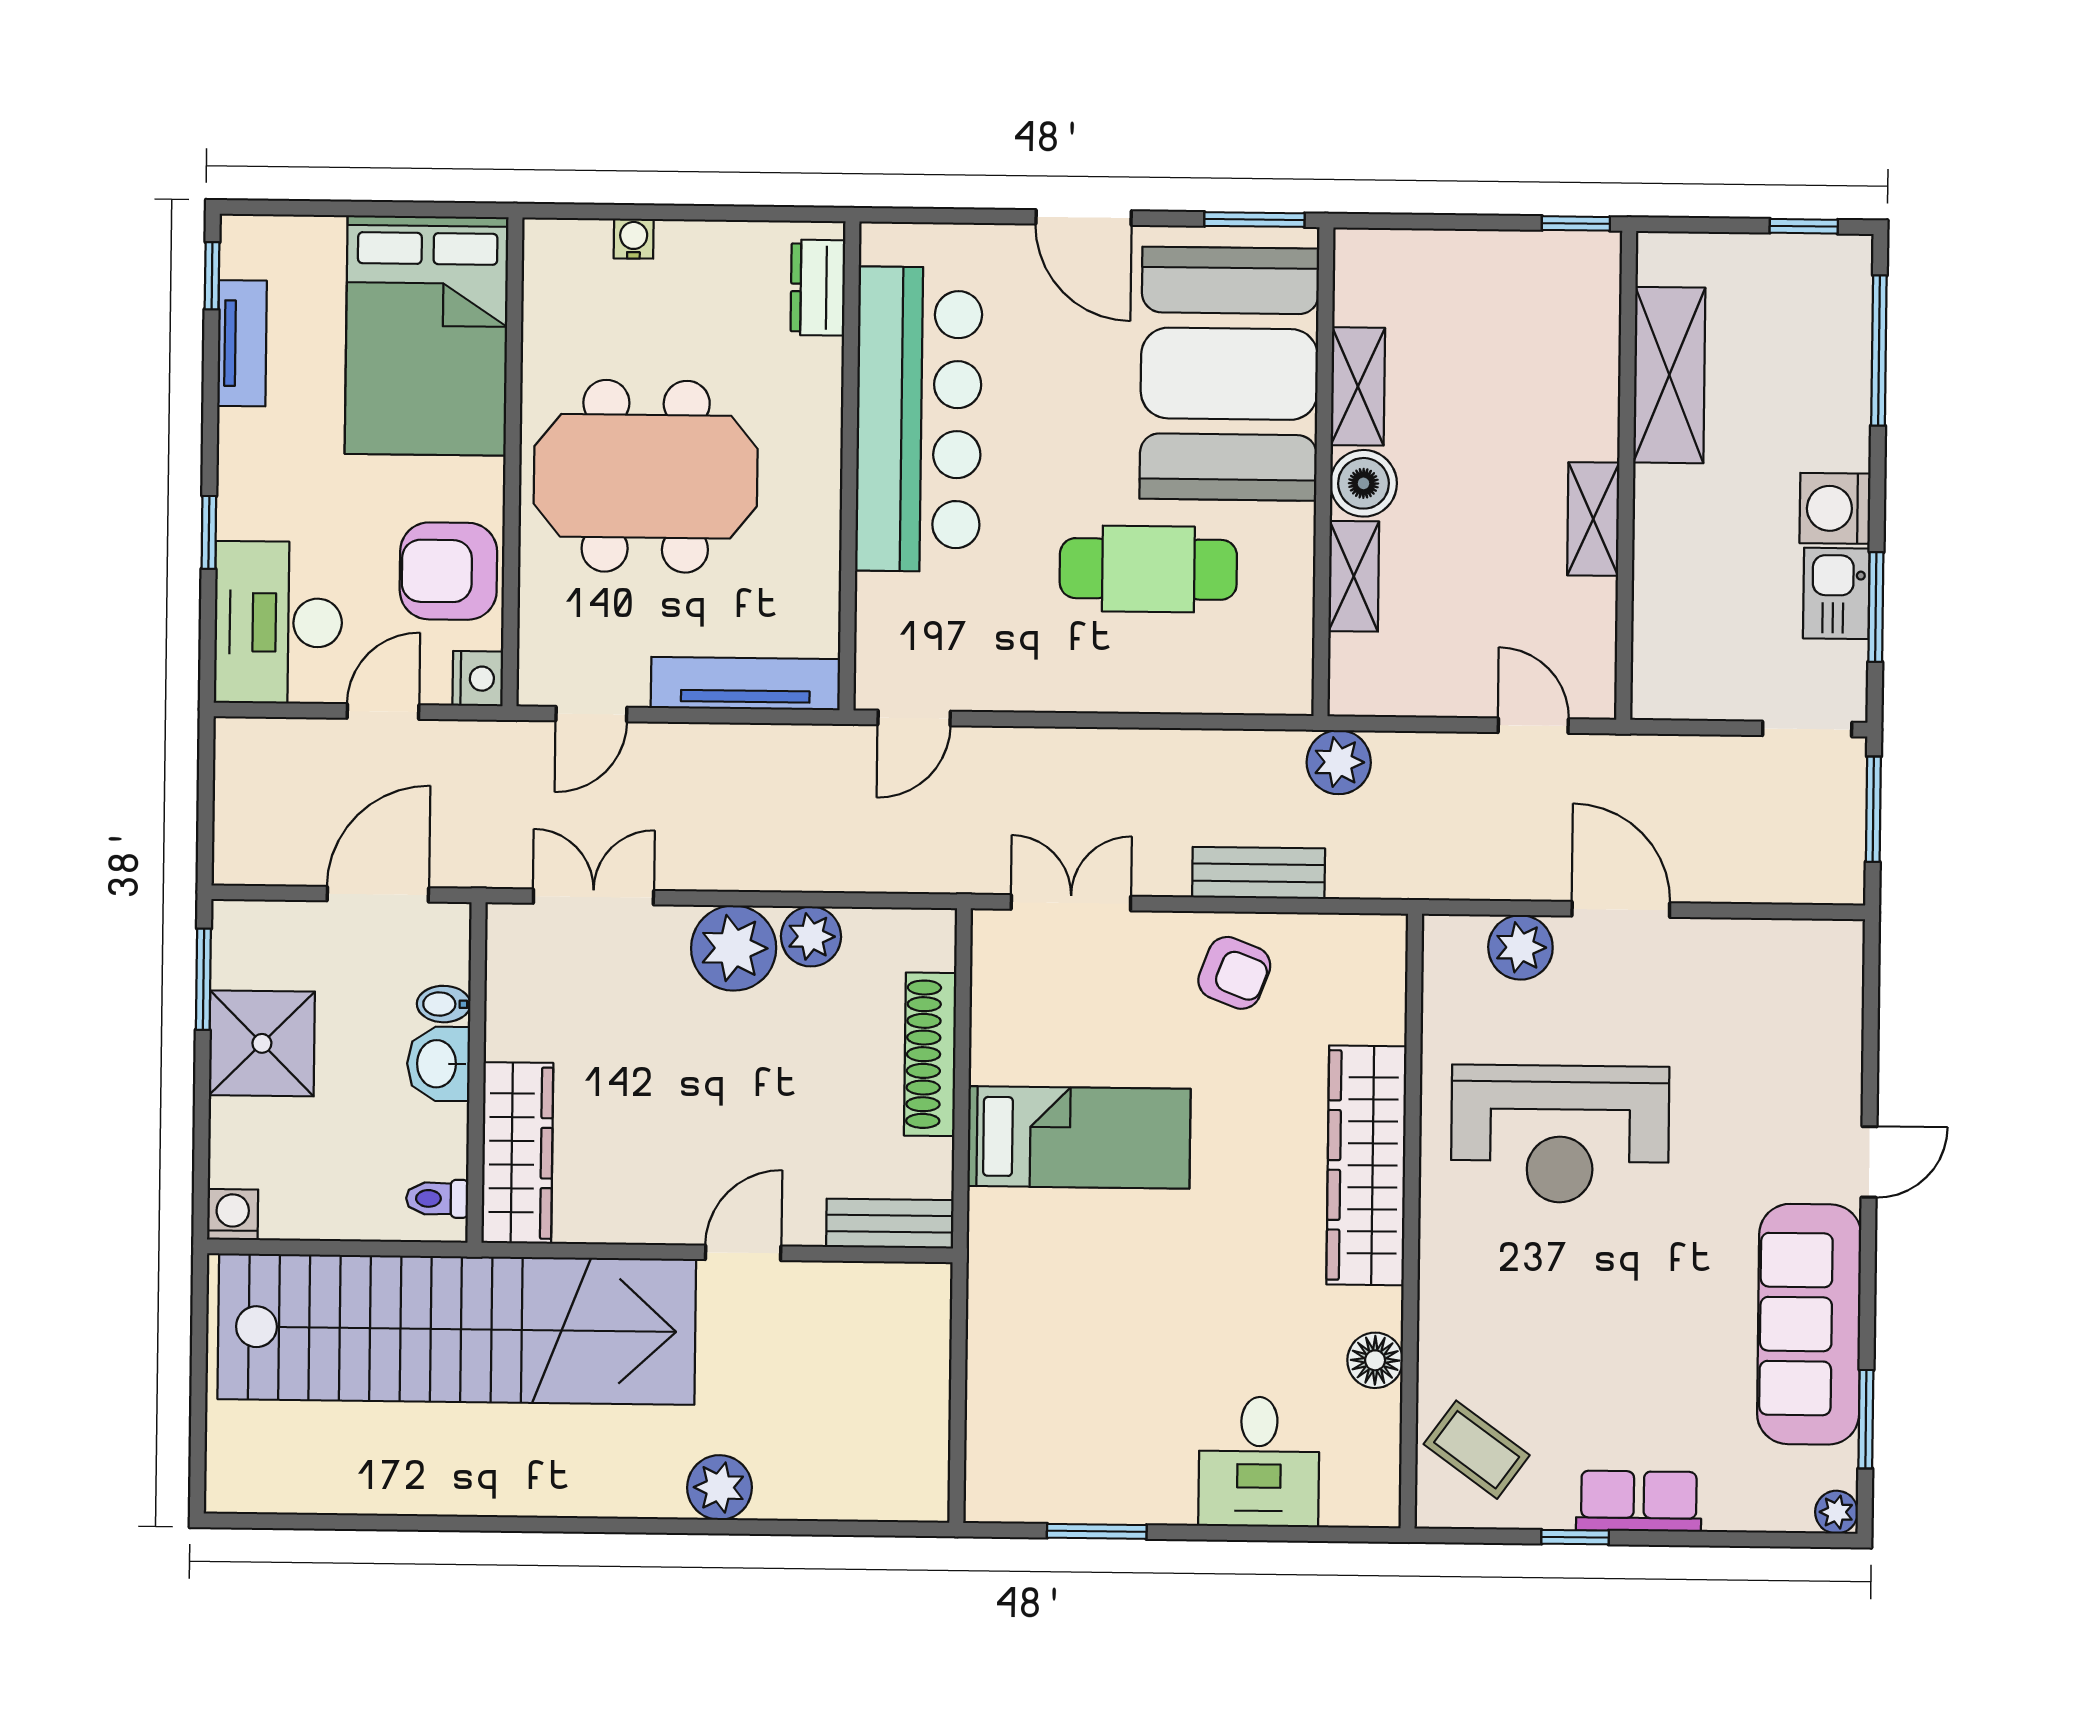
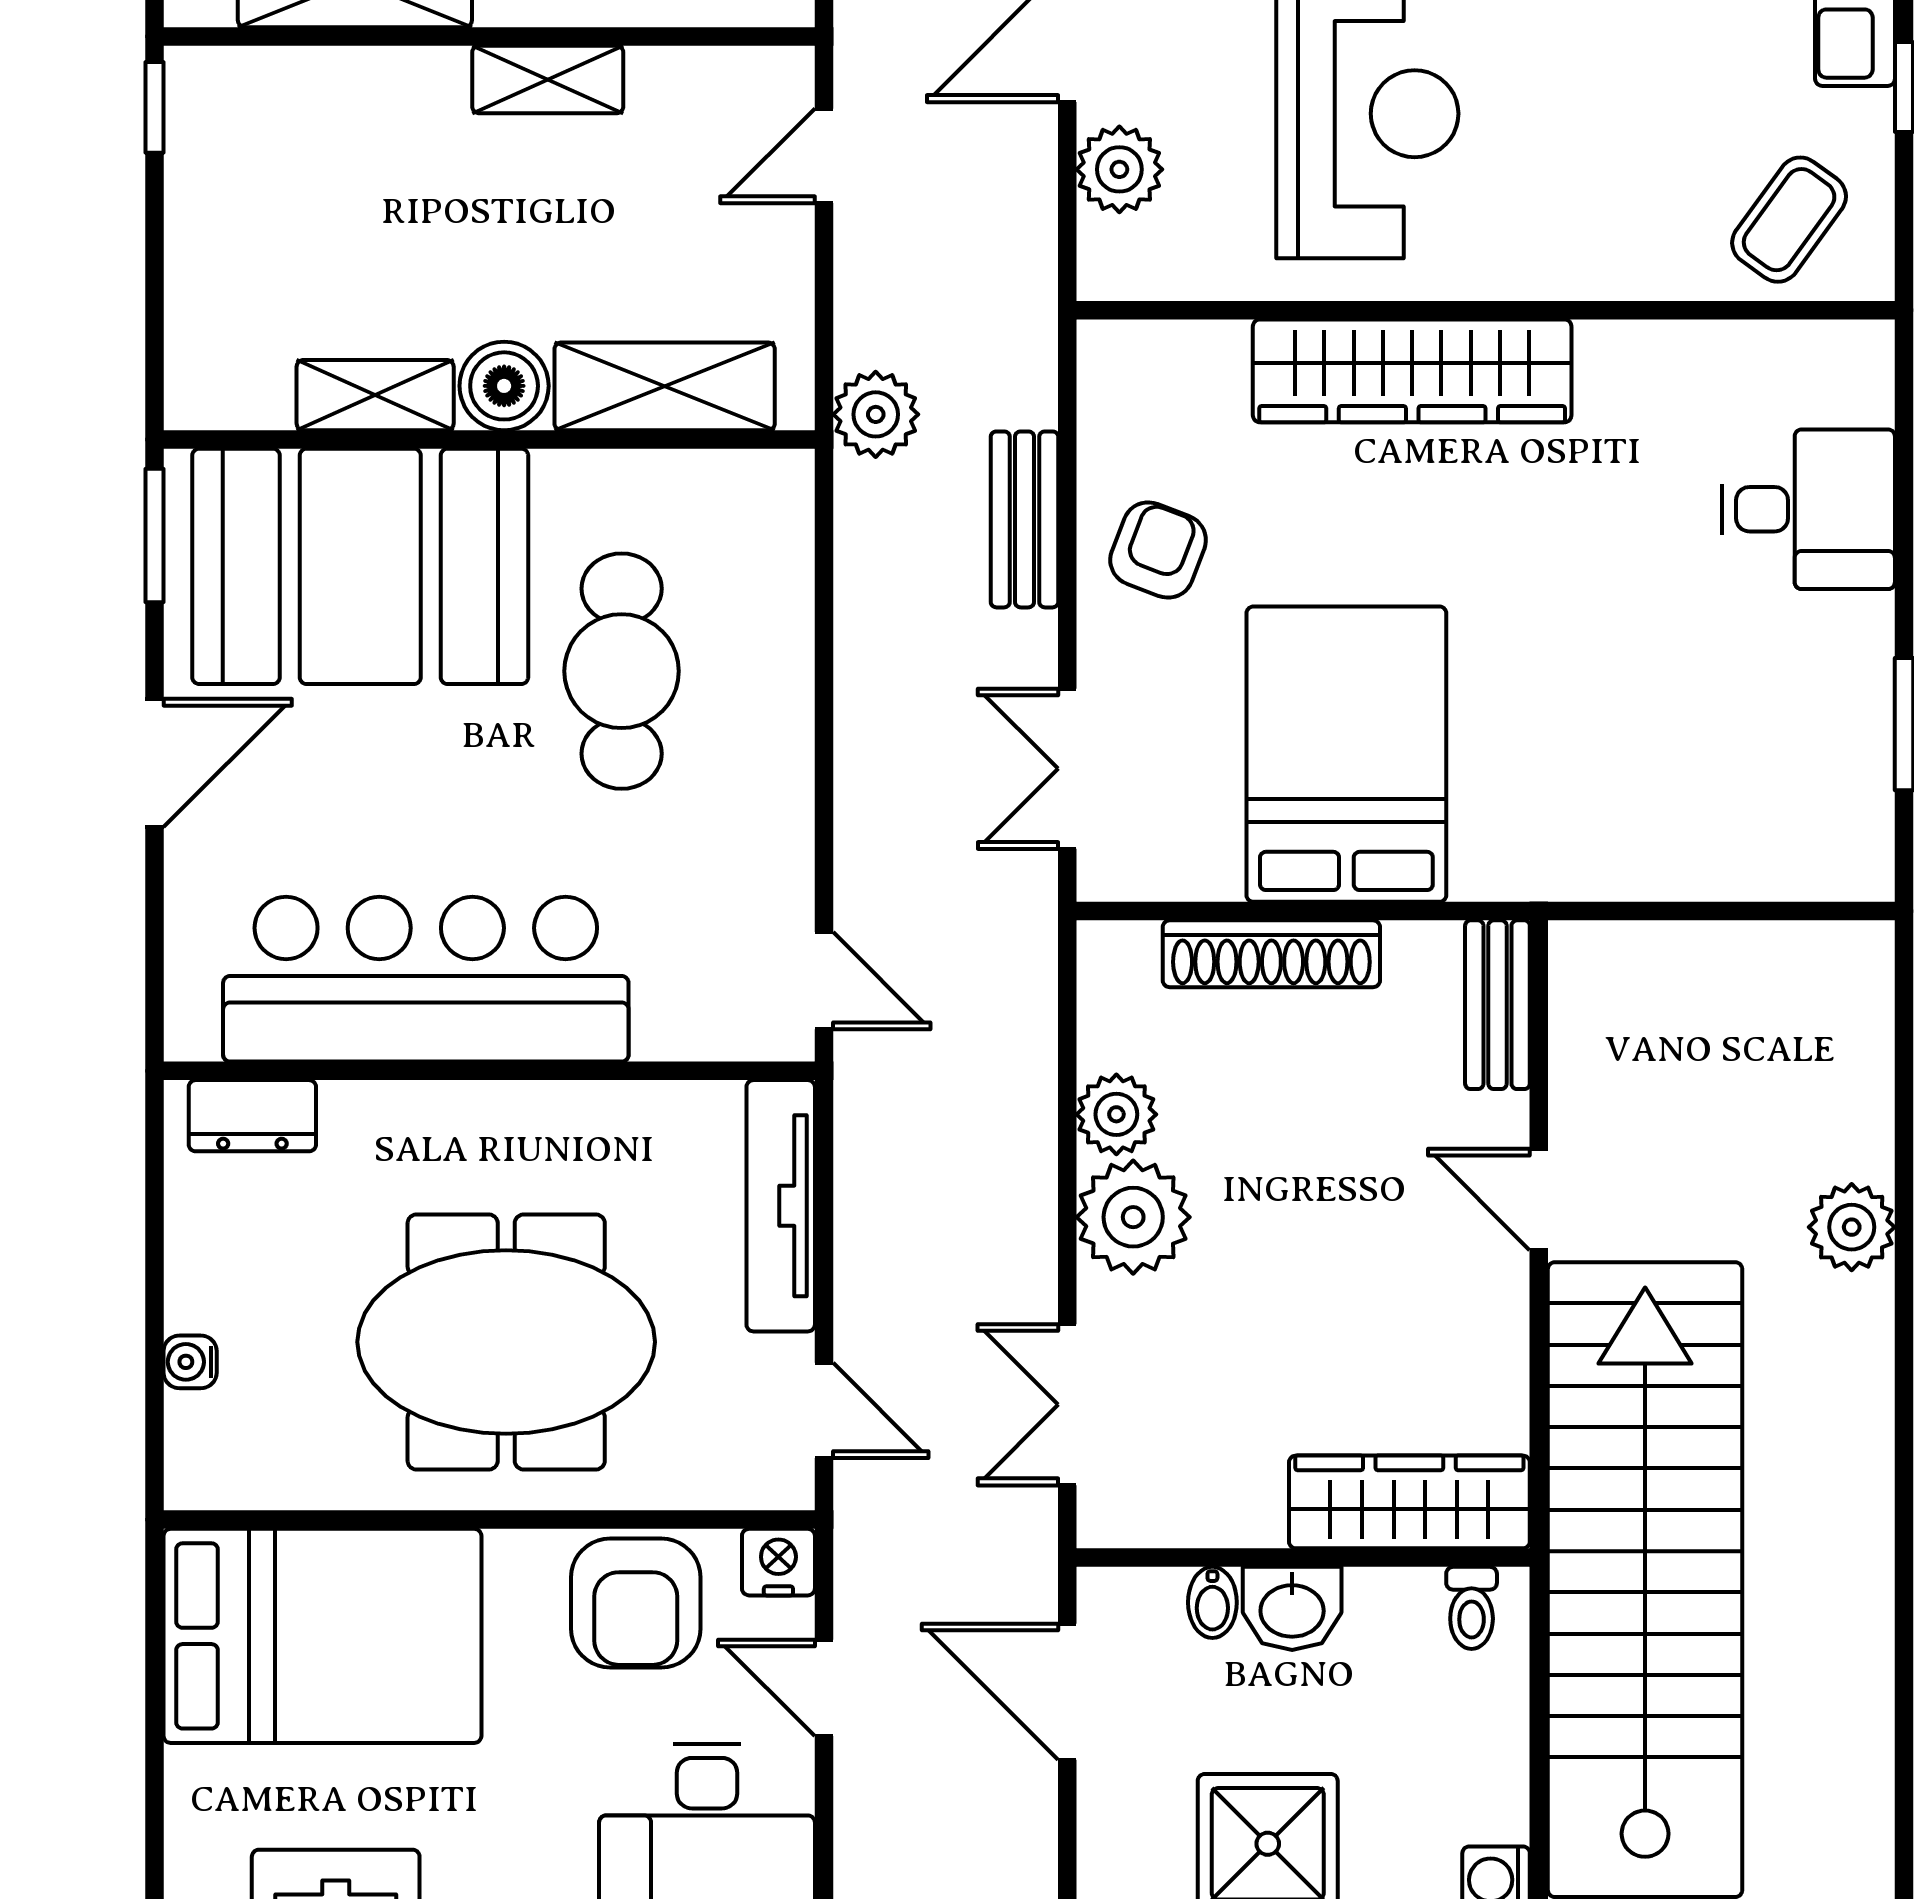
meeting table: (646, 476) -> (506, 1342), turned 90
shelving: (1354, 576) -> (665, 386), width x1.50, depth x1.33
bed: (1079, 1137) -> (1346, 754), width x1.50
floor lamp: (1375, 1360) -> (1672, 356), removed

